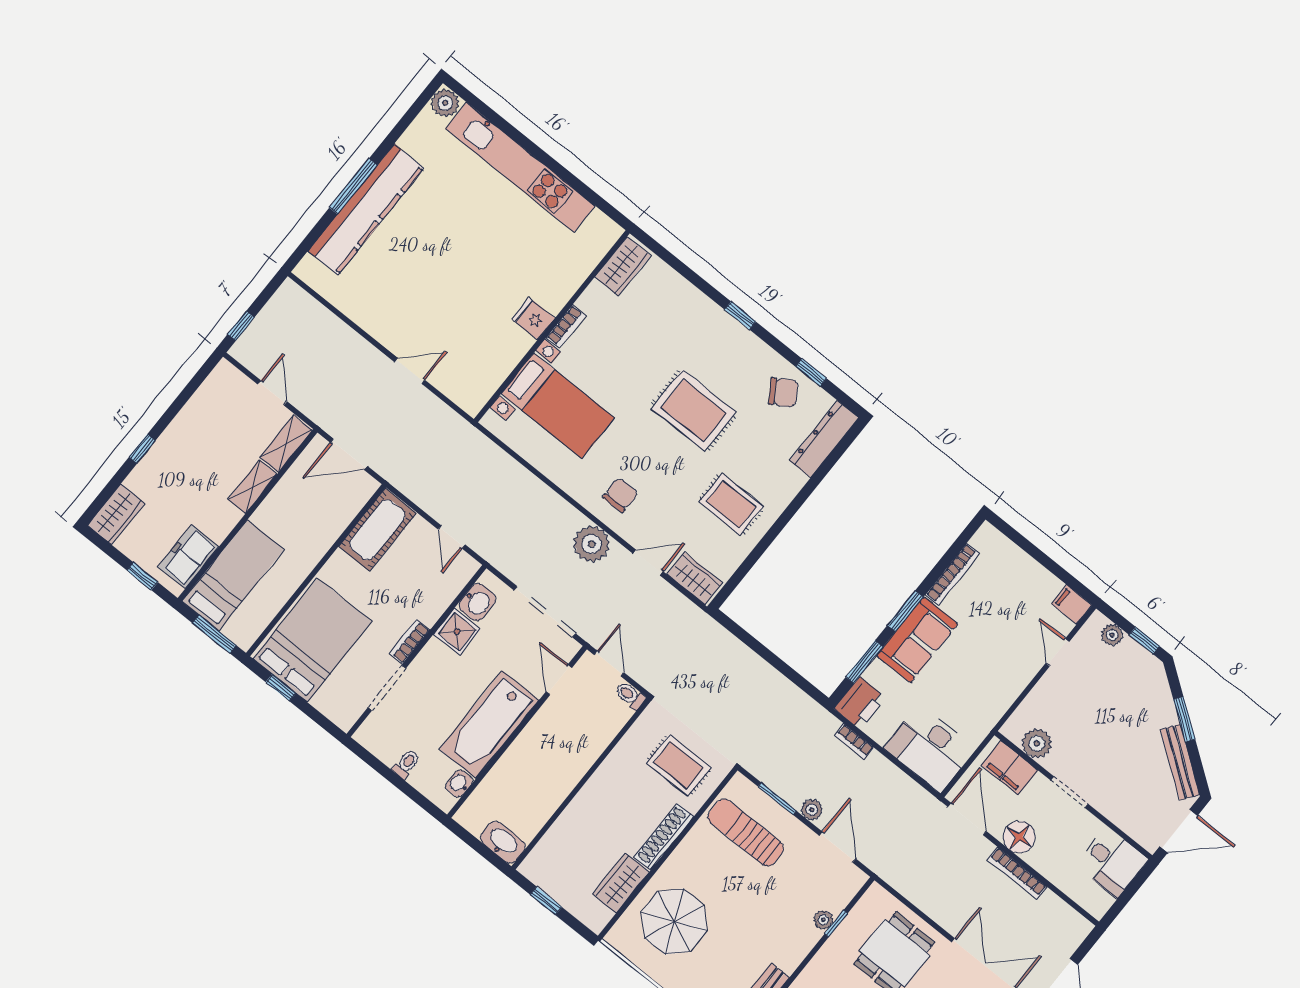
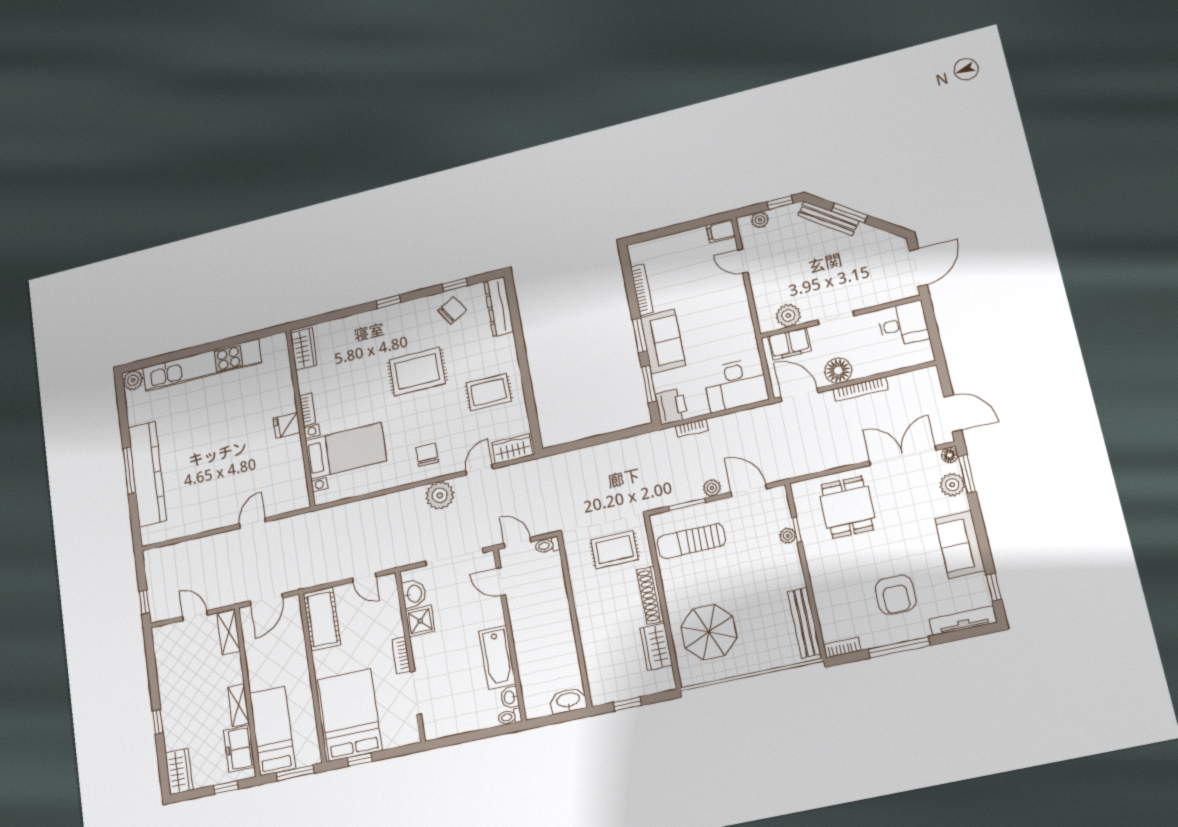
shelving: (252, 487) -> (238, 705), moved
bathtub: (489, 724) -> (497, 658), width x0.73, depth x0.73
bench: (1180, 762) -> (828, 218), moved
toilet: (406, 764) -> (510, 717), moved, turned -90

